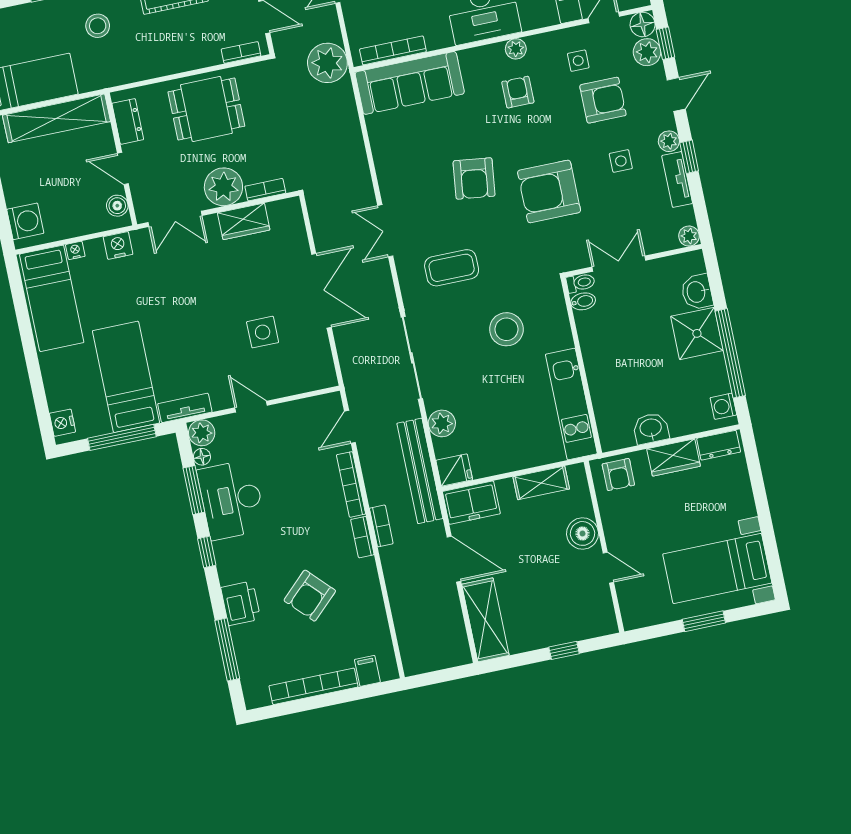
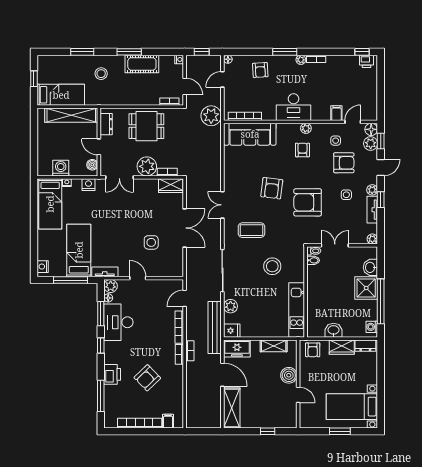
washing machine: (25, 221) -> (61, 168), moved, turned -90
wardrobe: (244, 221) -> (171, 186), moved

